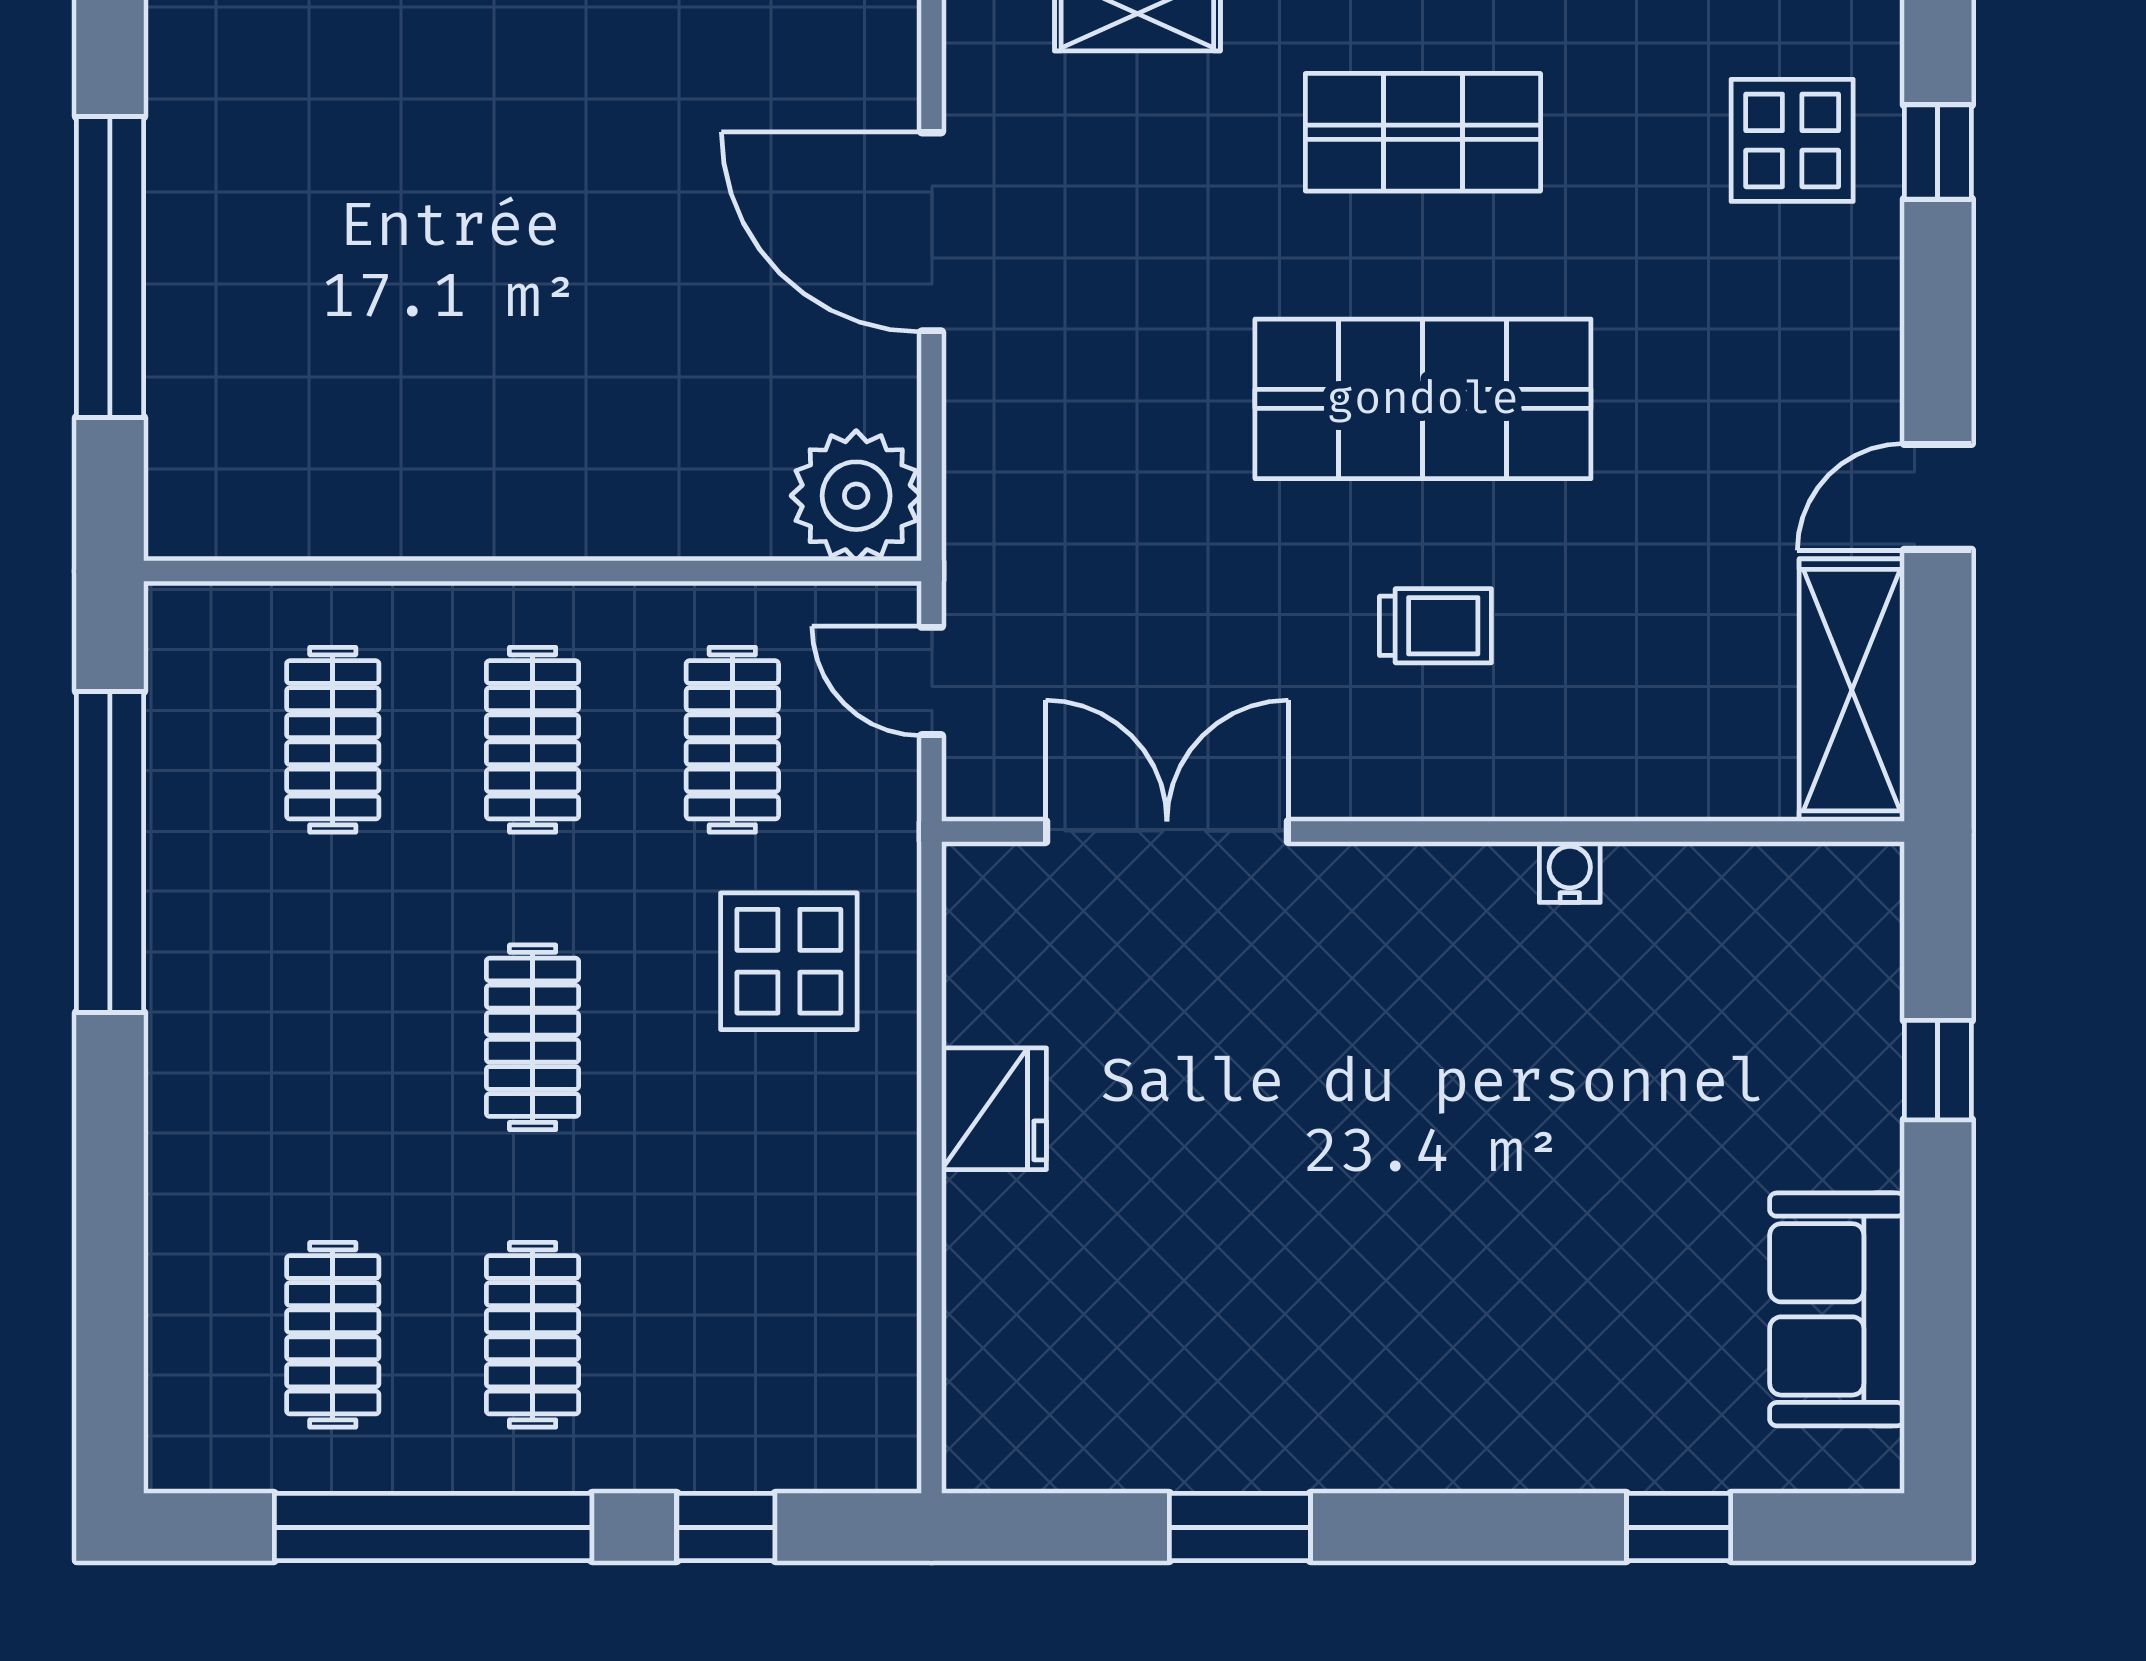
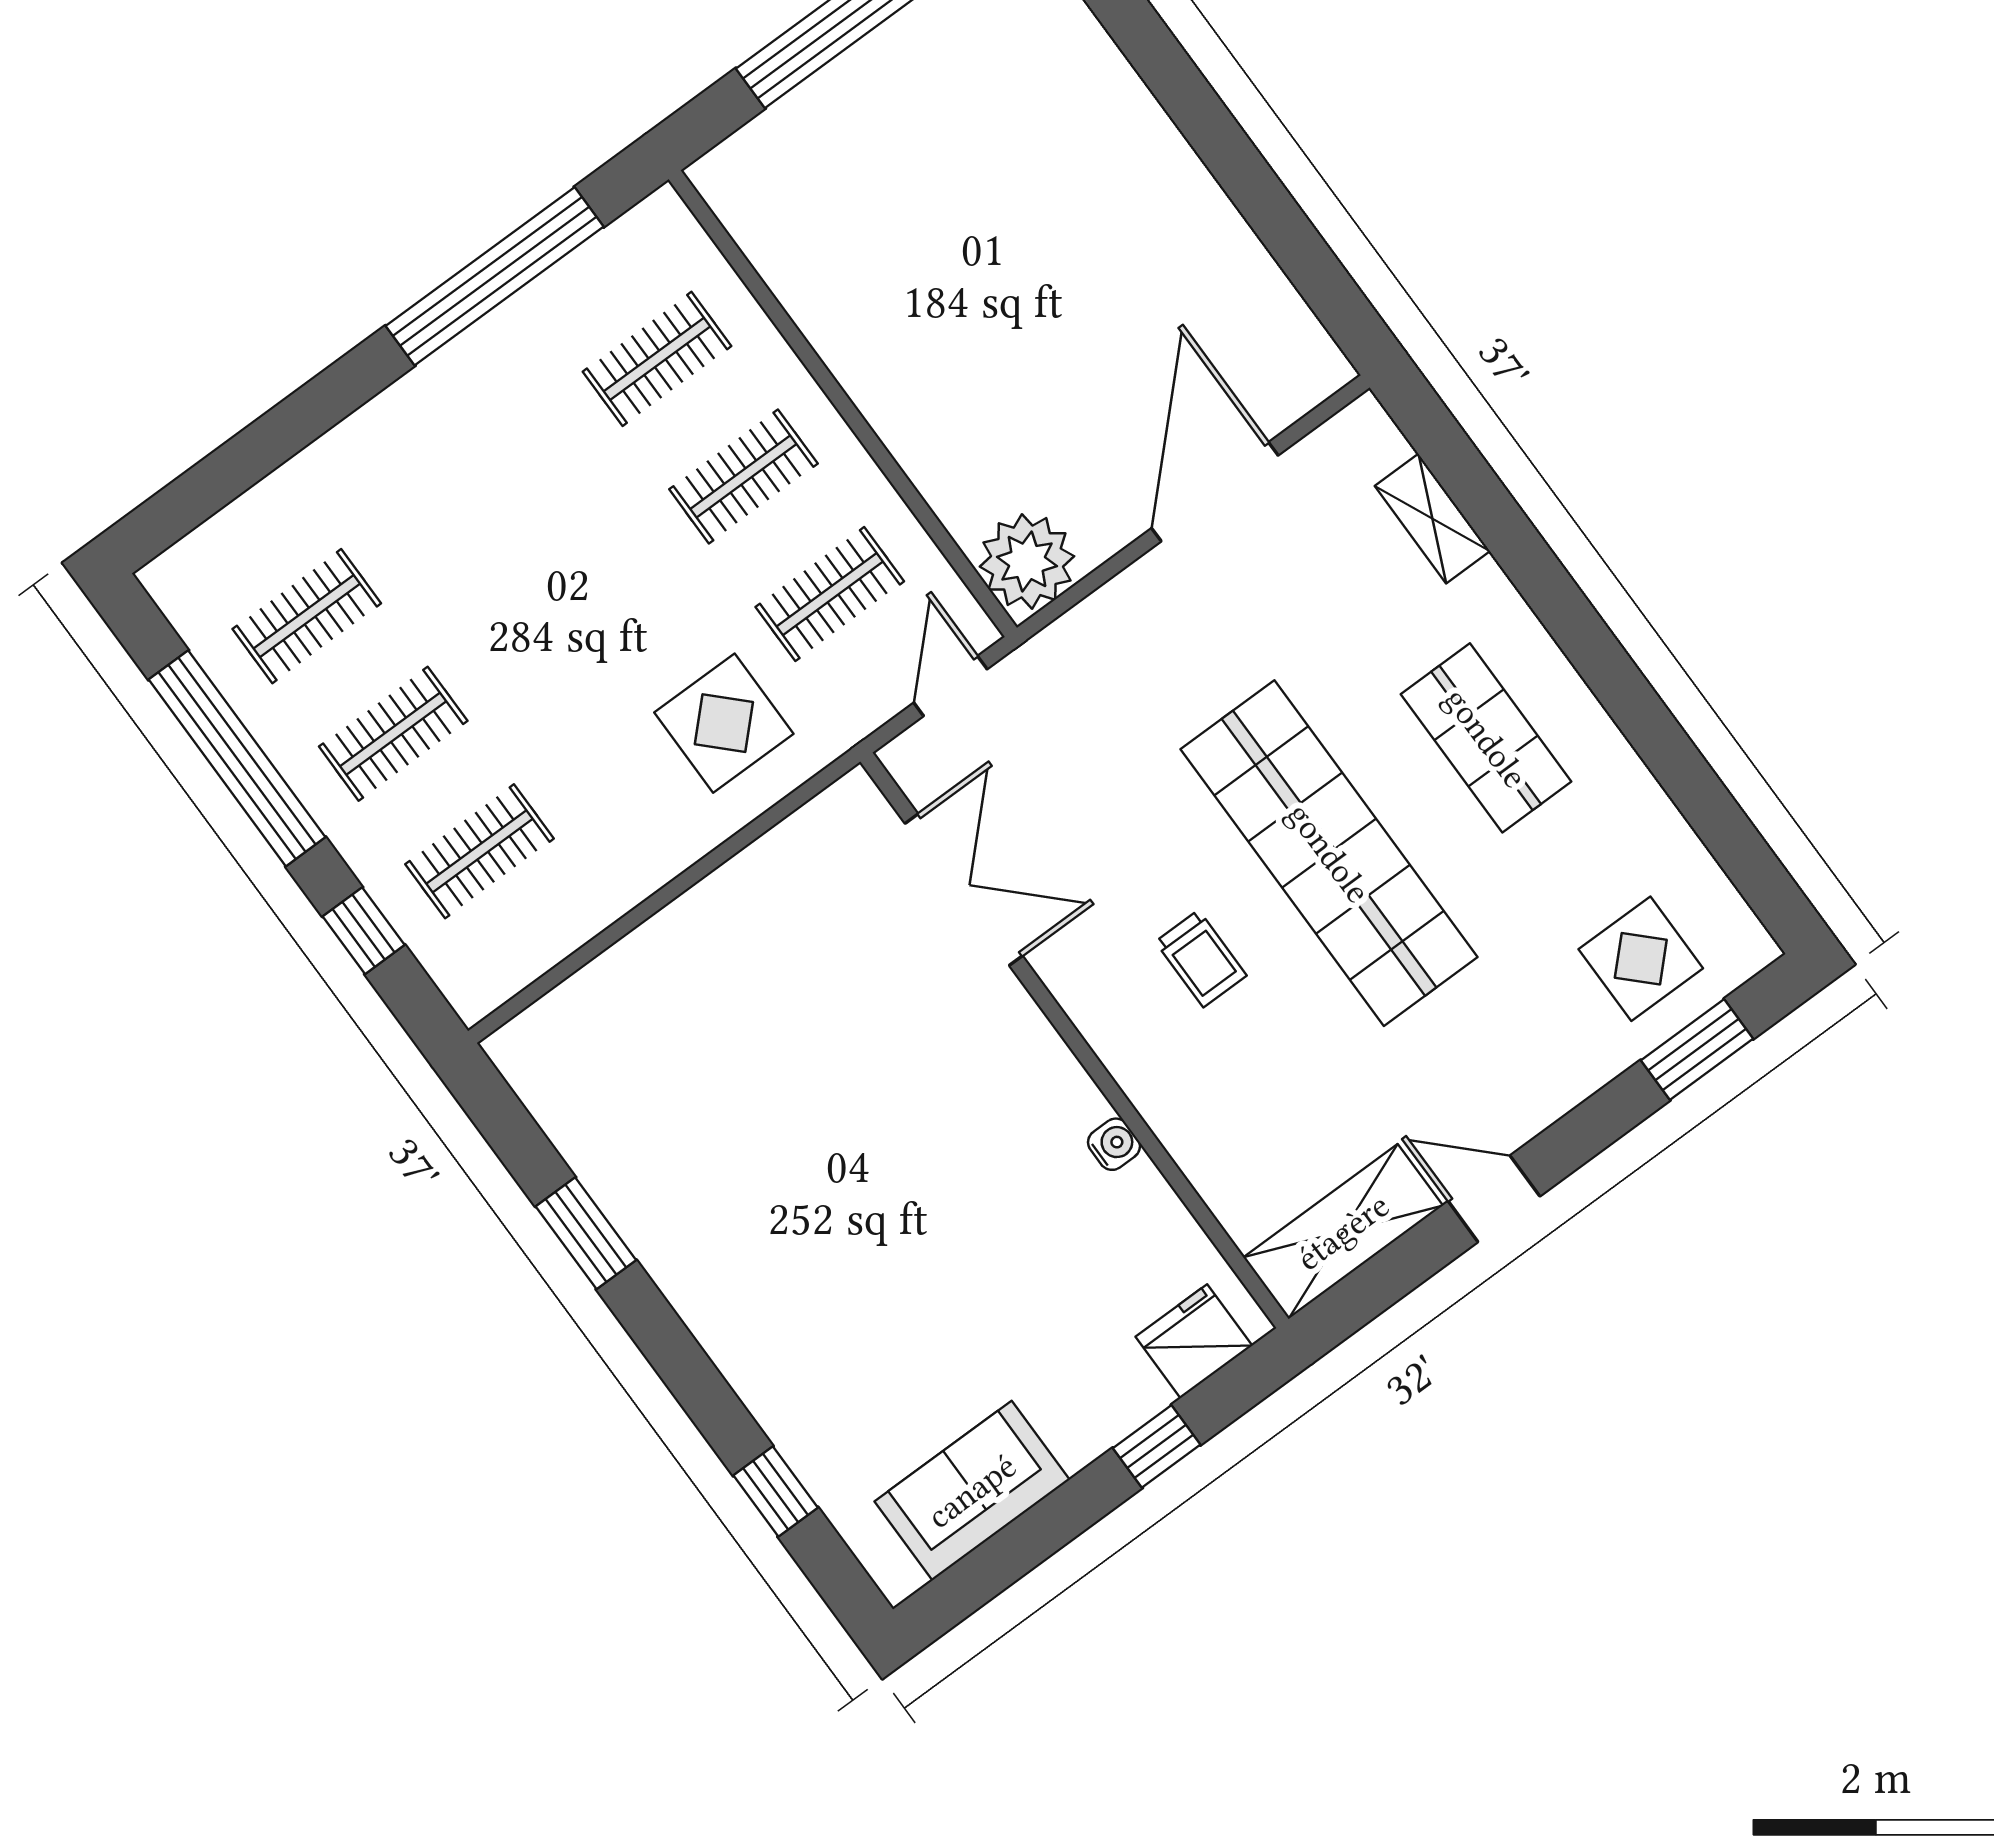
window: (1938, 152) -> (1697, 1050), width x1.50
shop shelf: (1423, 399) -> (1329, 853), width x1.40
clothes rail: (533, 1037) -> (480, 851), moved
fridge: (994, 1109) -> (1194, 1341), moved, turned 180

